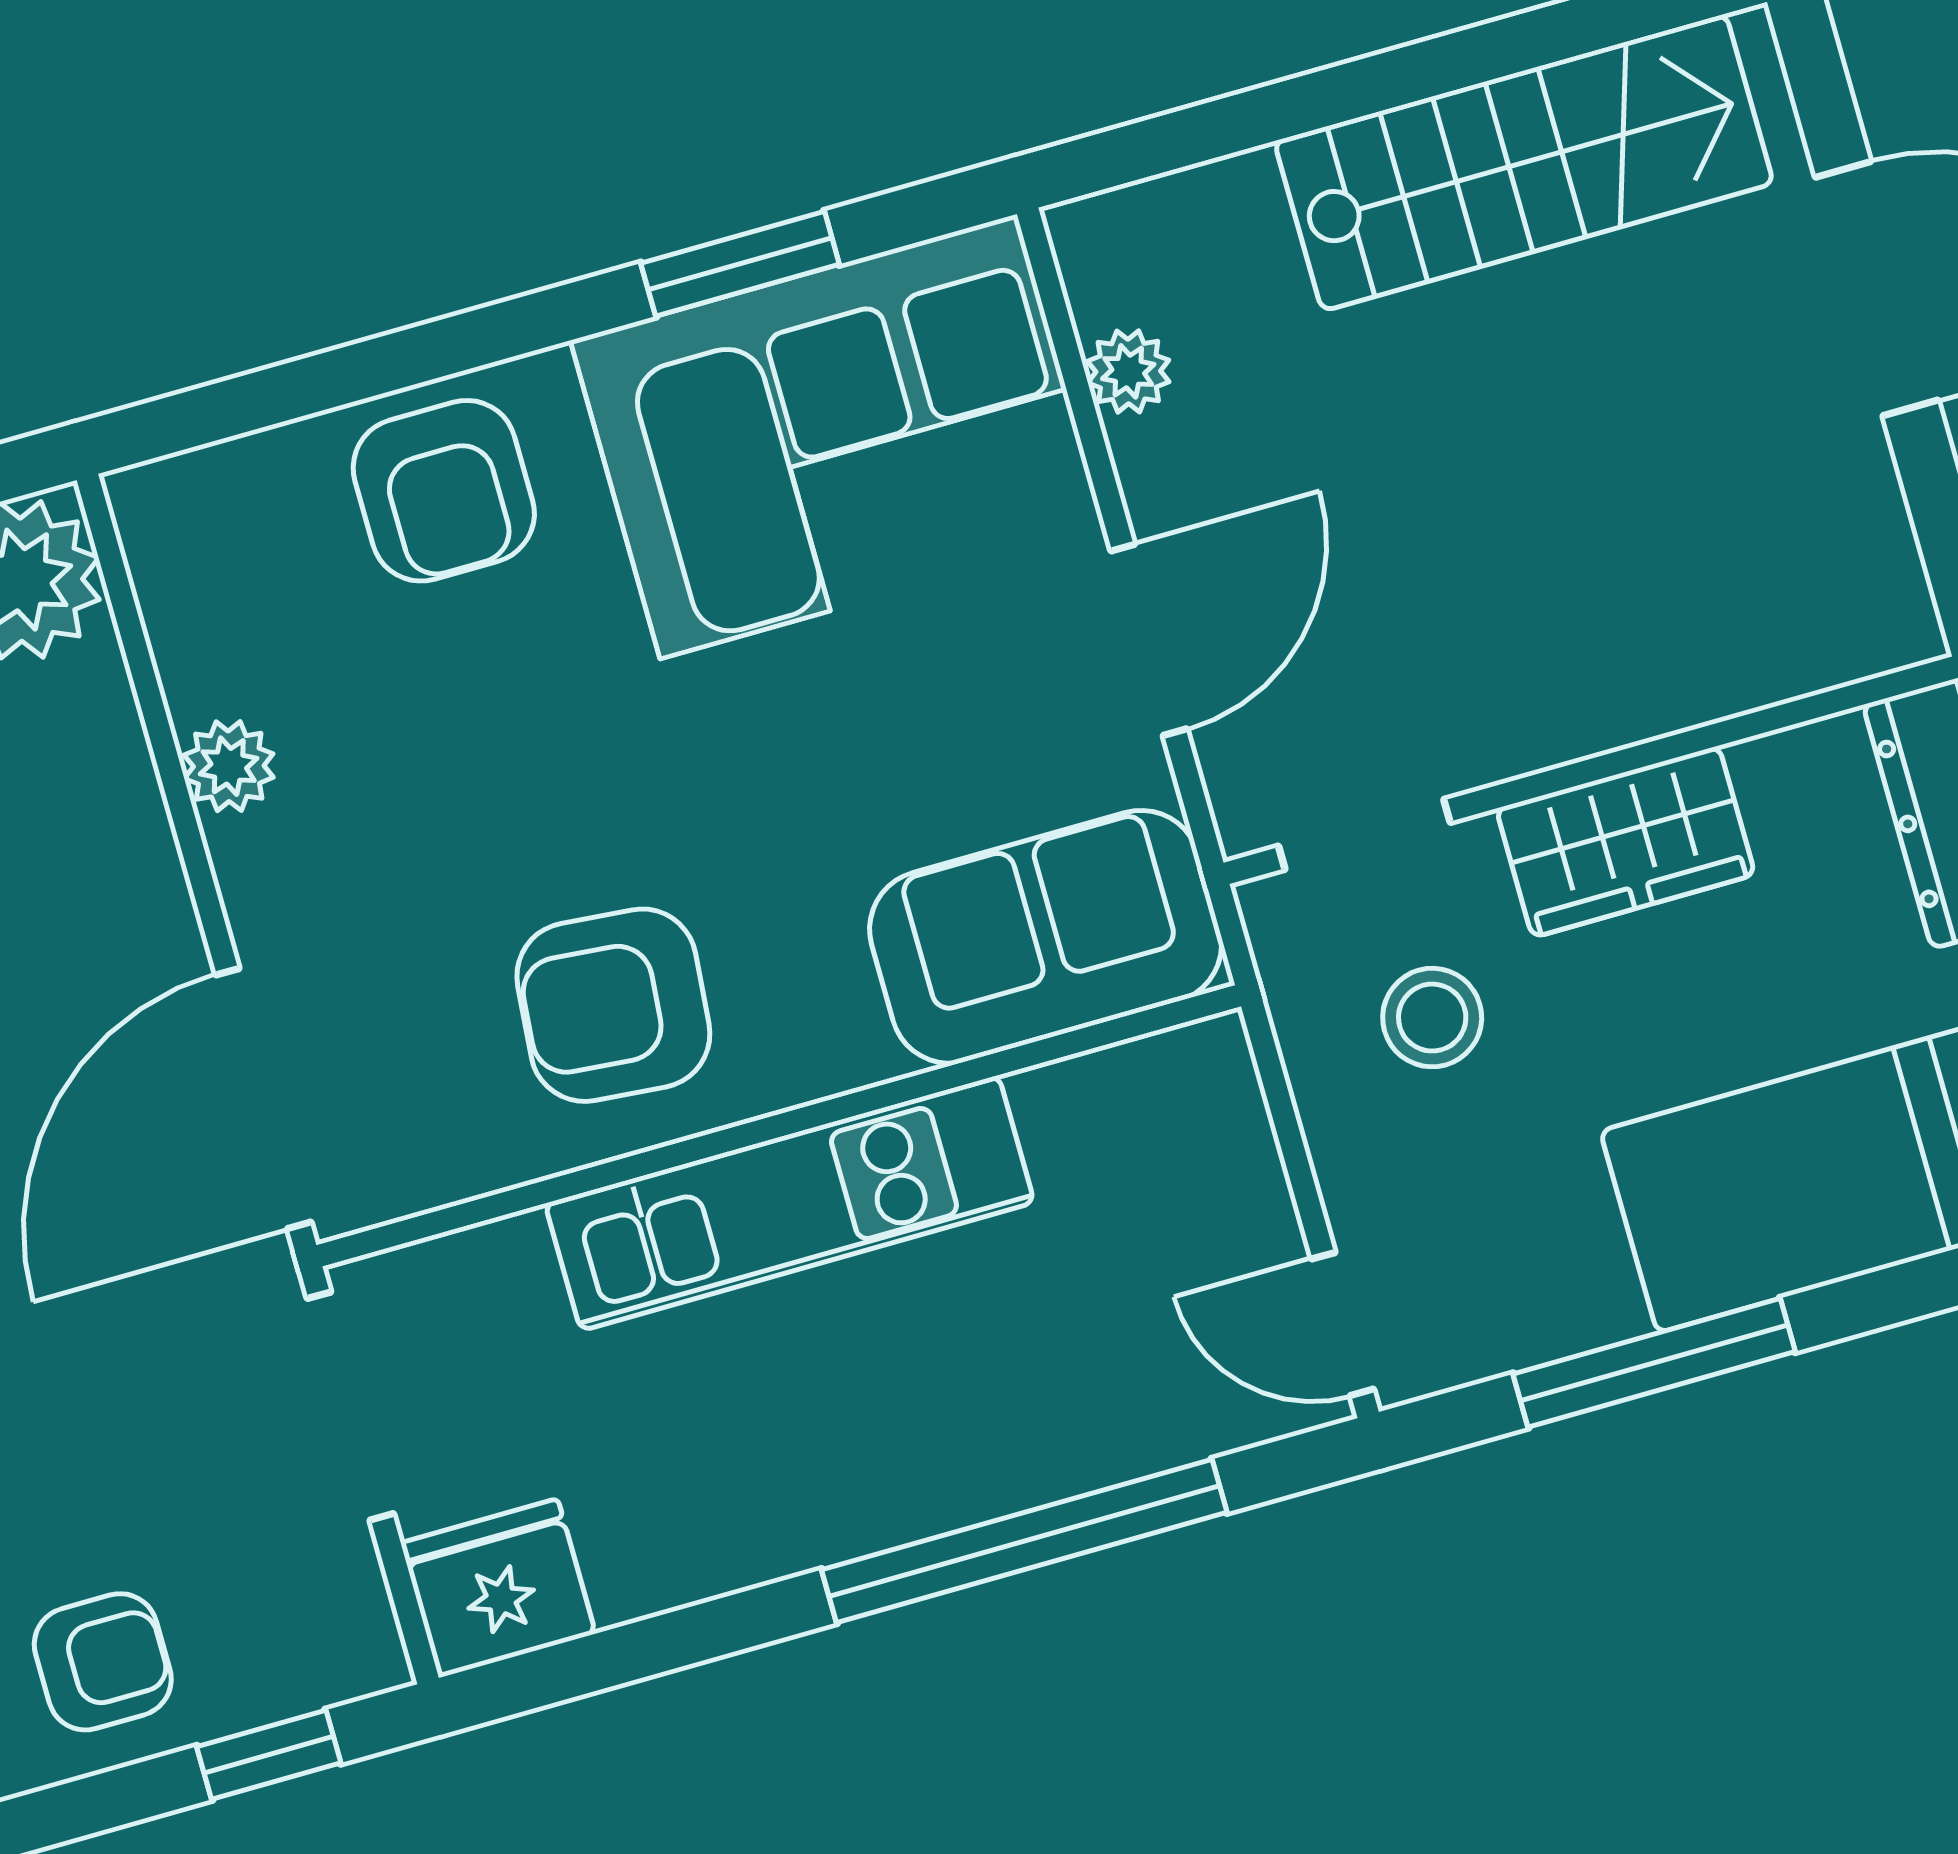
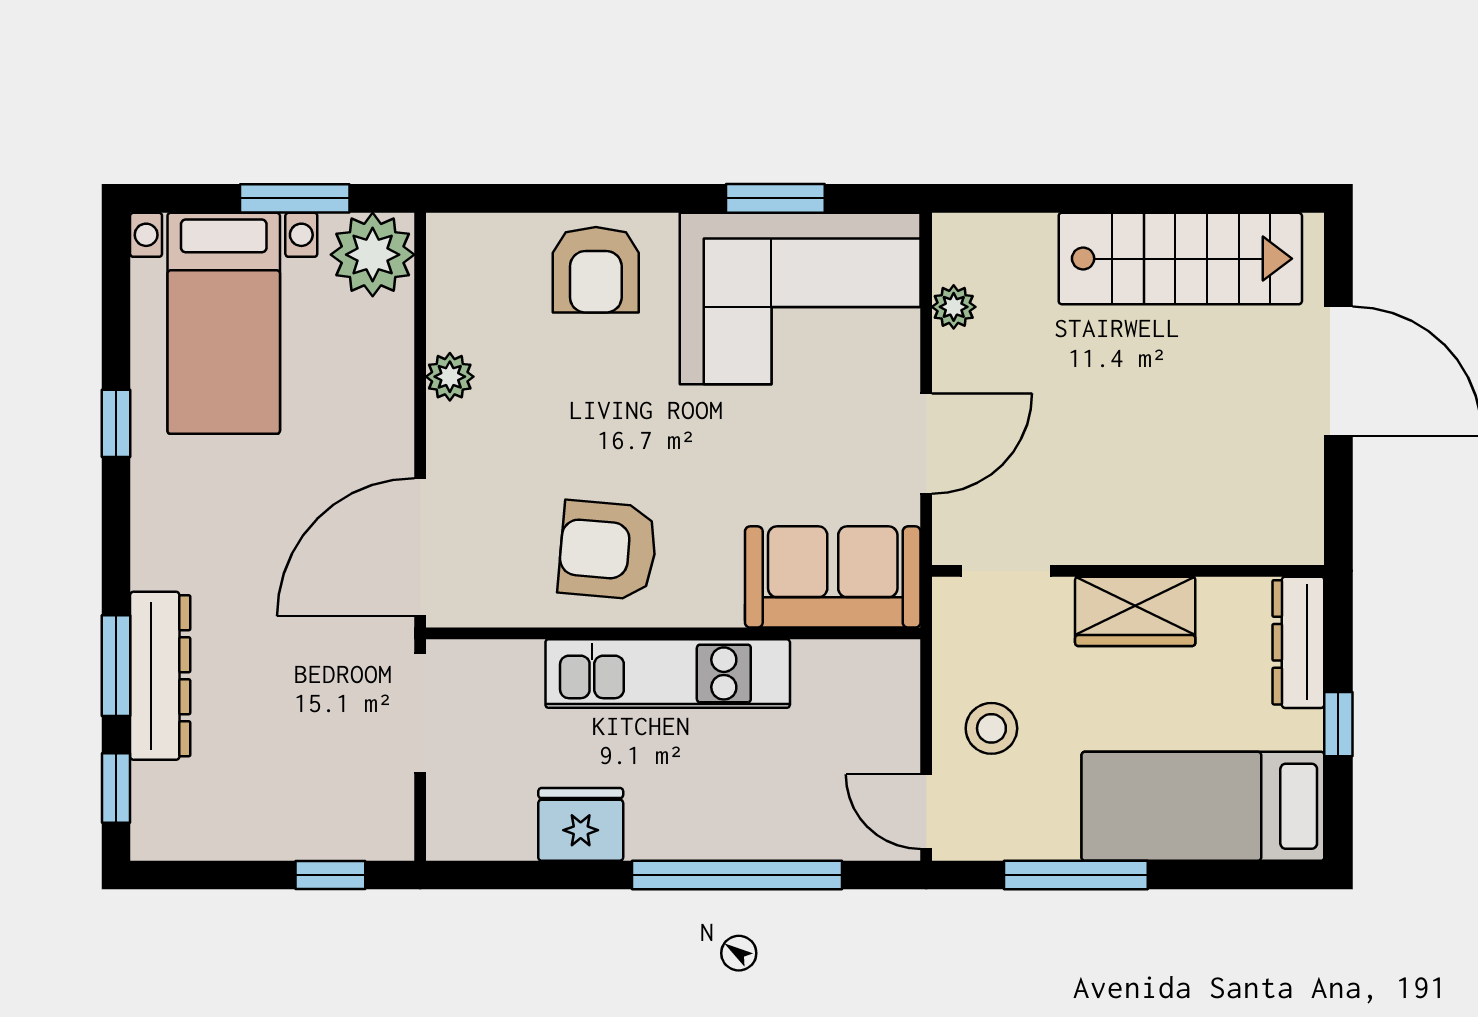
stool: (1432, 1018) -> (991, 728), moved
fridge: (498, 1588) -> (581, 824), moved
armchair: (103, 1662) -> (261, 805), removed

